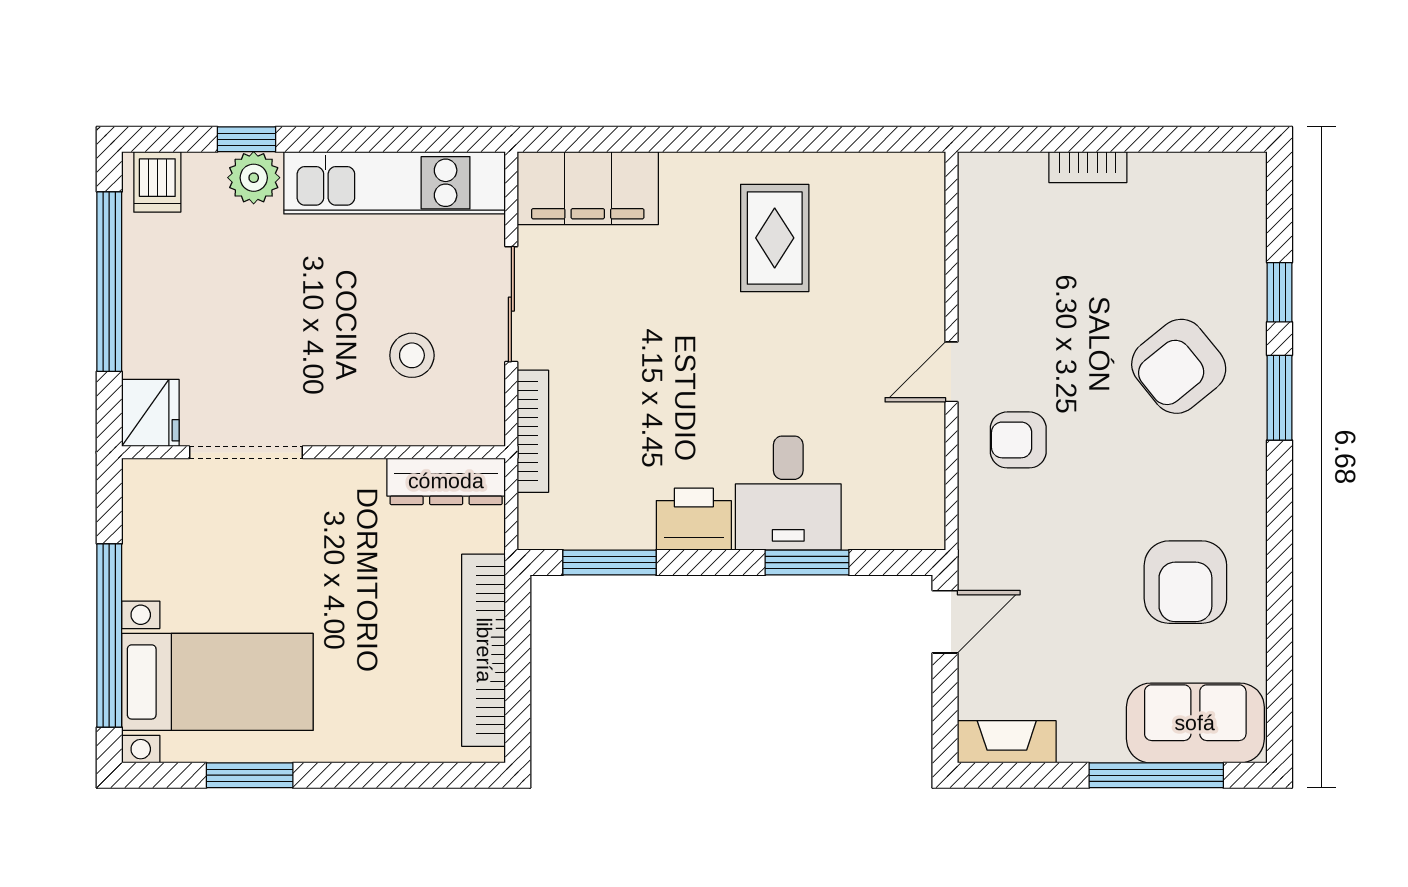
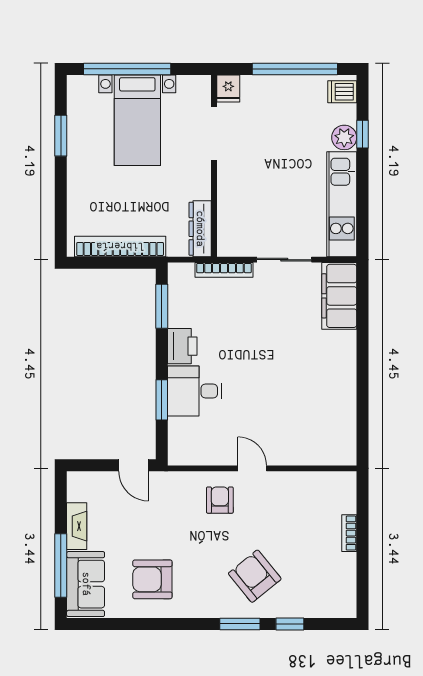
rug: (775, 238) -> (316, 385), removed
stool: (412, 355) -> (260, 213), removed
fridge: (150, 413) -> (228, 88), width x0.72
bed with nightstands: (217, 682) -> (137, 120), moved
fireplace: (1007, 742) -> (77, 526), moved

